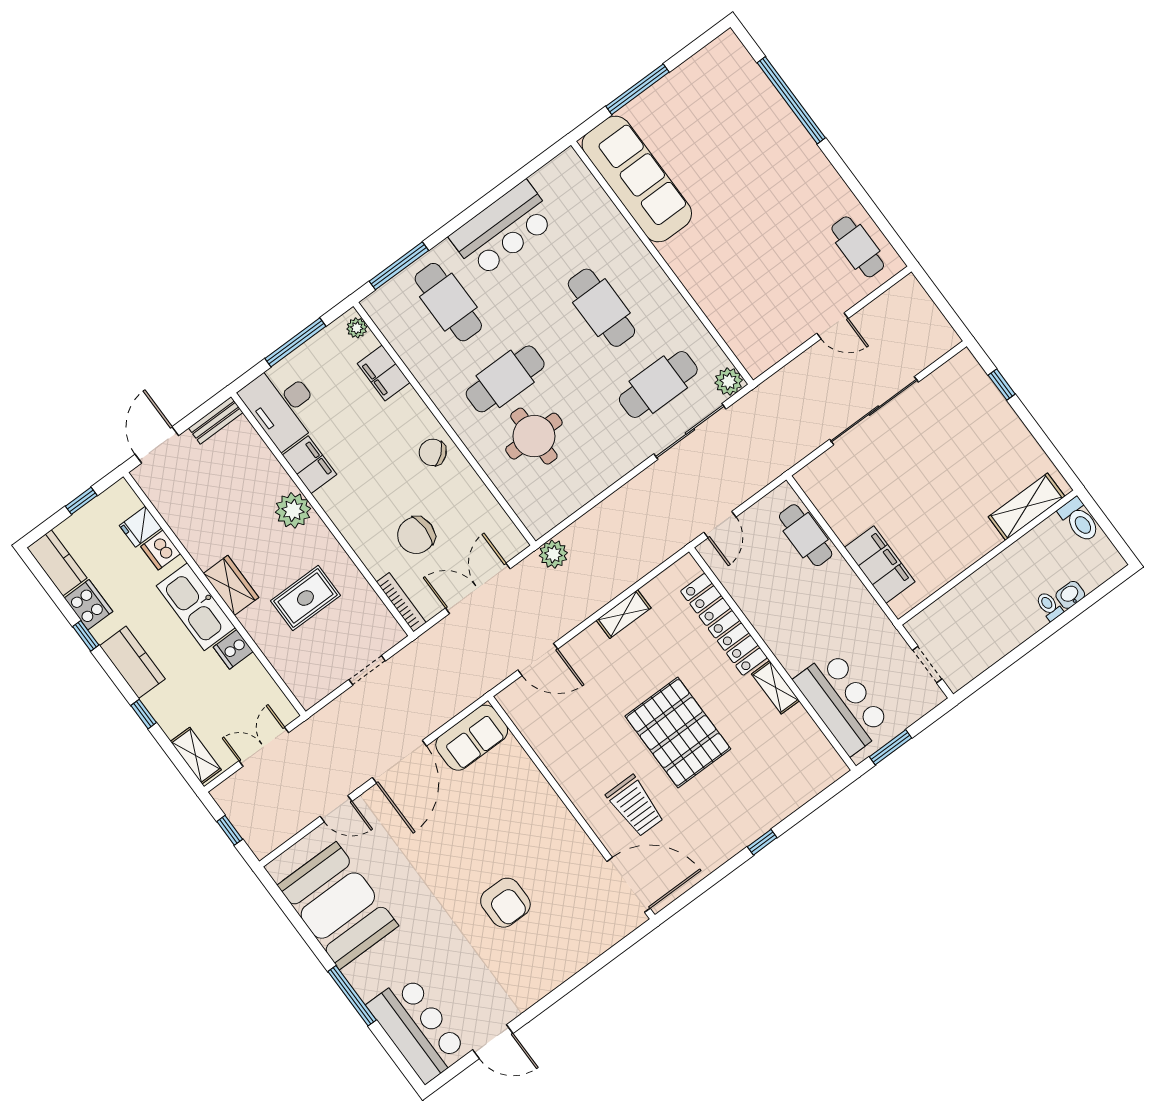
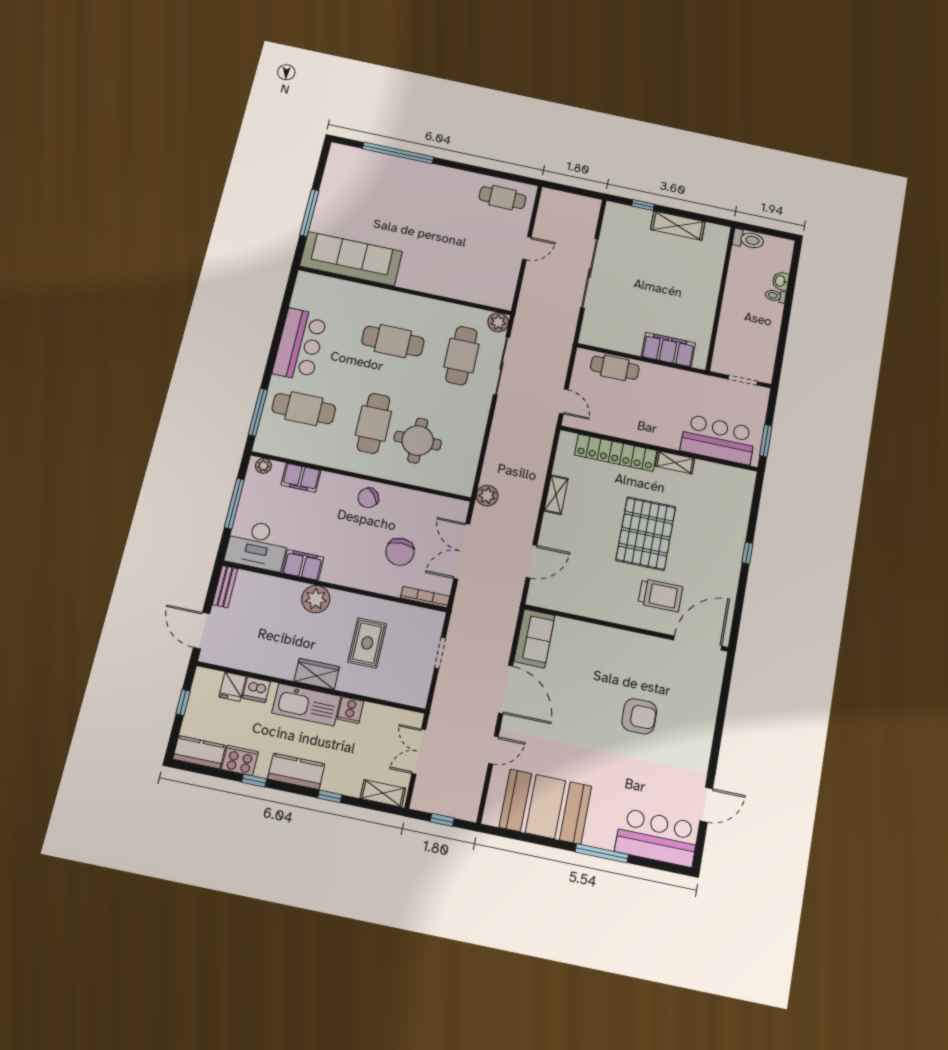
shelving: (1026, 507) -> (678, 226), moved, turned 90
pallet: (678, 733) -> (646, 534), turned 90

